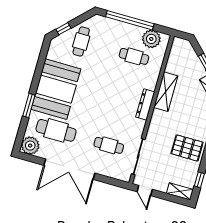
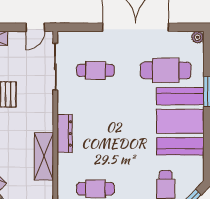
plant: (30, 146) -> (198, 37), width x0.53, depth x0.53
door: (145, 190) -> (35, 27), swing flipped

